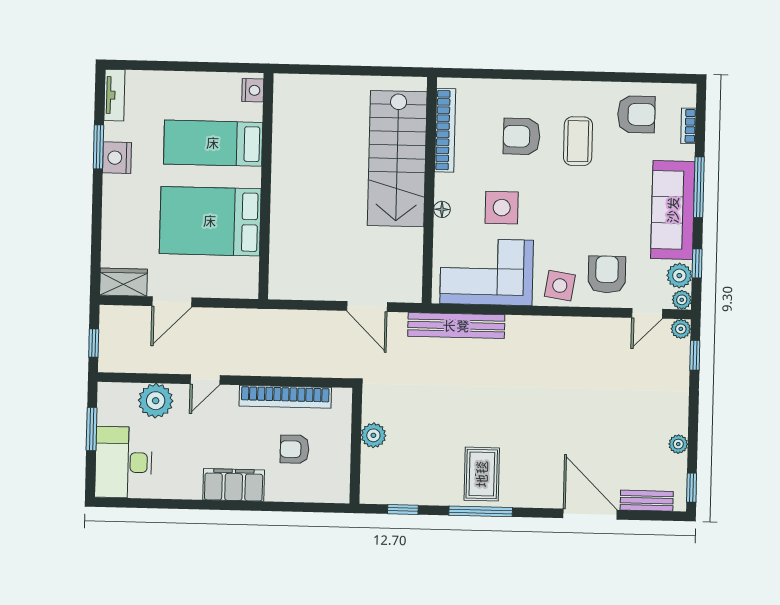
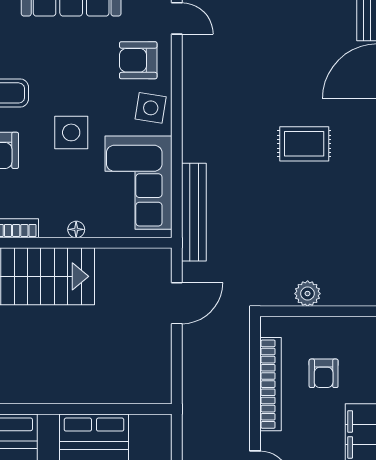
side table: (502, 208) -> (71, 132), moved
rug: (482, 474) -> (304, 144), moved

